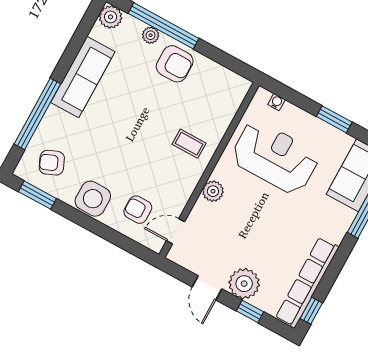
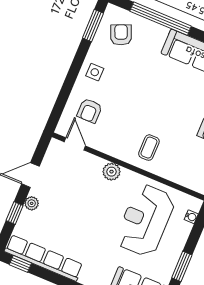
reception desk: (275, 157) -> (145, 220), turned 180
side table: (93, 199) -> (95, 72), width x0.54, depth x0.54
armchair: (138, 210) -> (90, 111), turned 180
plant: (244, 284) -> (32, 203), width x0.53, depth x0.53

